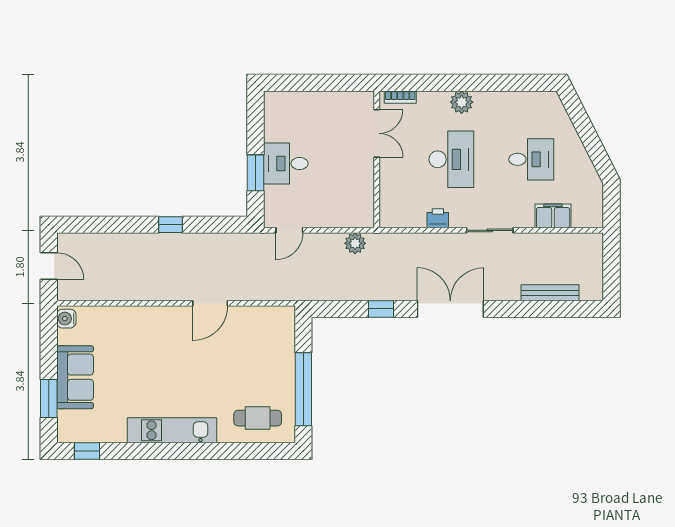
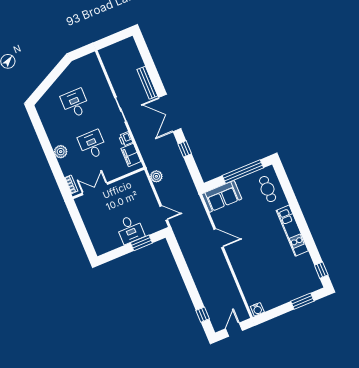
desk: (451, 159) -> (92, 145), width x0.73
filing cabinet: (553, 216) -> (131, 155), moved
window: (170, 225) -> (203, 315), moved
bench: (550, 293) -> (147, 83), moved
sofa: (75, 377) -> (222, 196), moved, turned 180

